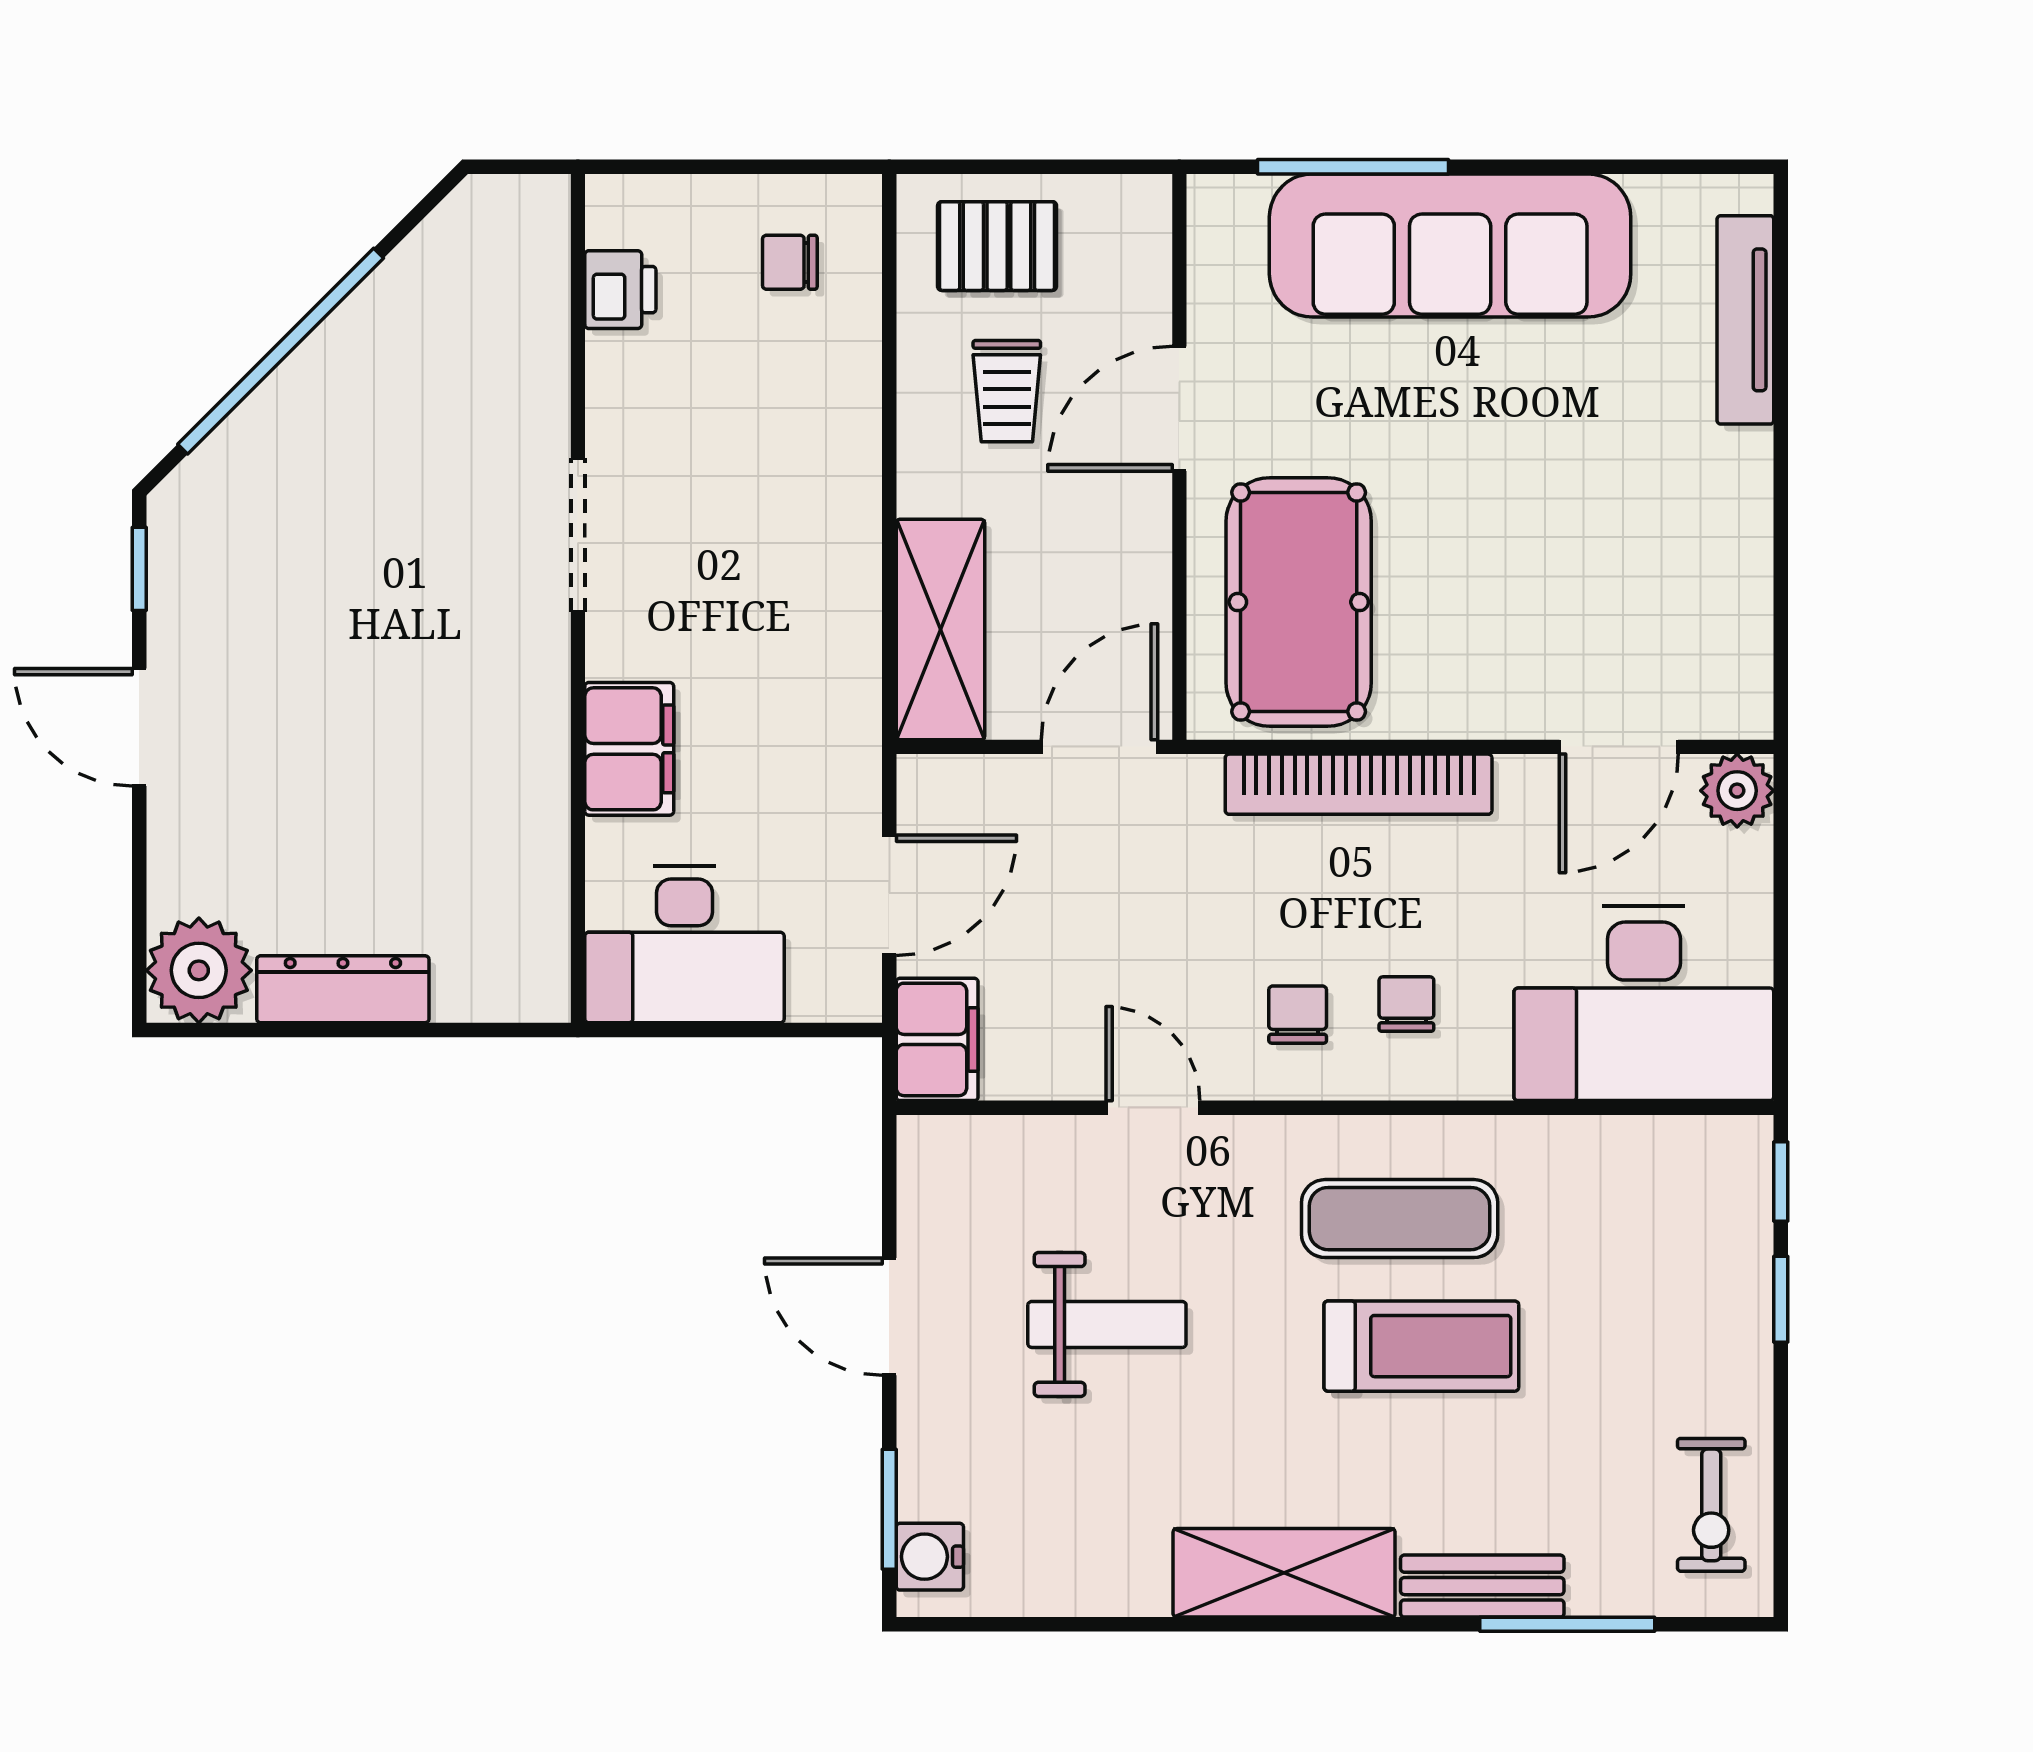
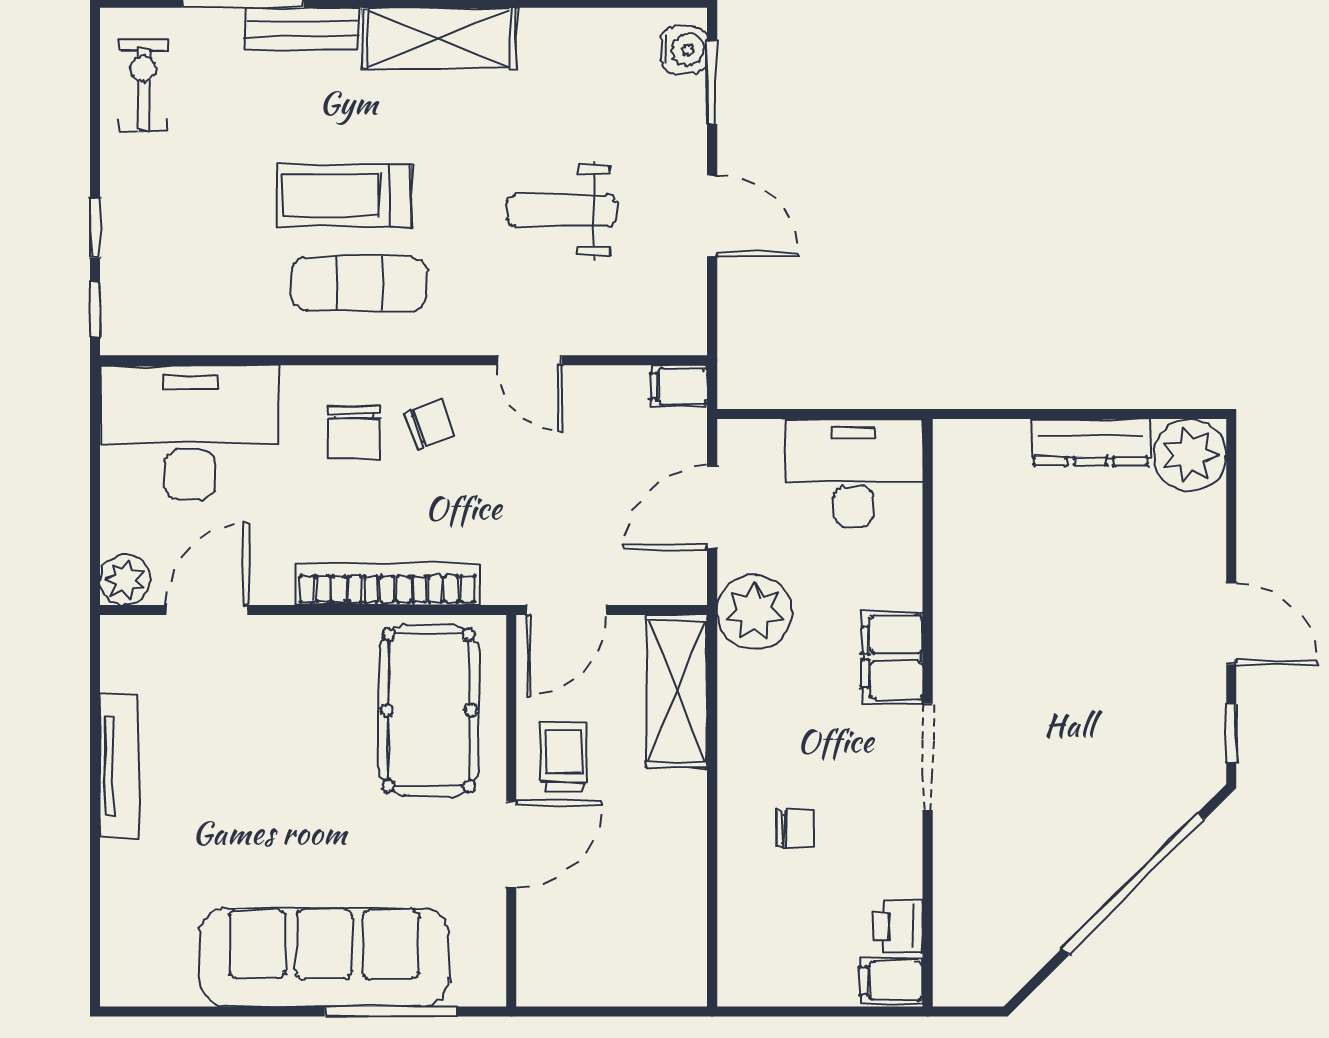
filing cabinet: (630, 211) -> (891, 981), added
pallet: (997, 246) -> (638, 957), removed
chair: (790, 262) -> (795, 829), moved
tv unit: (1745, 320) -> (120, 766), moved
trolley: (1007, 391) -> (564, 757), moved
plant: (828, 744) -> (754, 612), added
filing cabinet: (629, 749) -> (892, 657), moved
chair: (1406, 1004) -> (354, 432), width x1.37, depth x1.37
chair: (1298, 1015) -> (429, 425), turned -110
filing cabinet: (937, 1039) -> (679, 386), width x0.50

